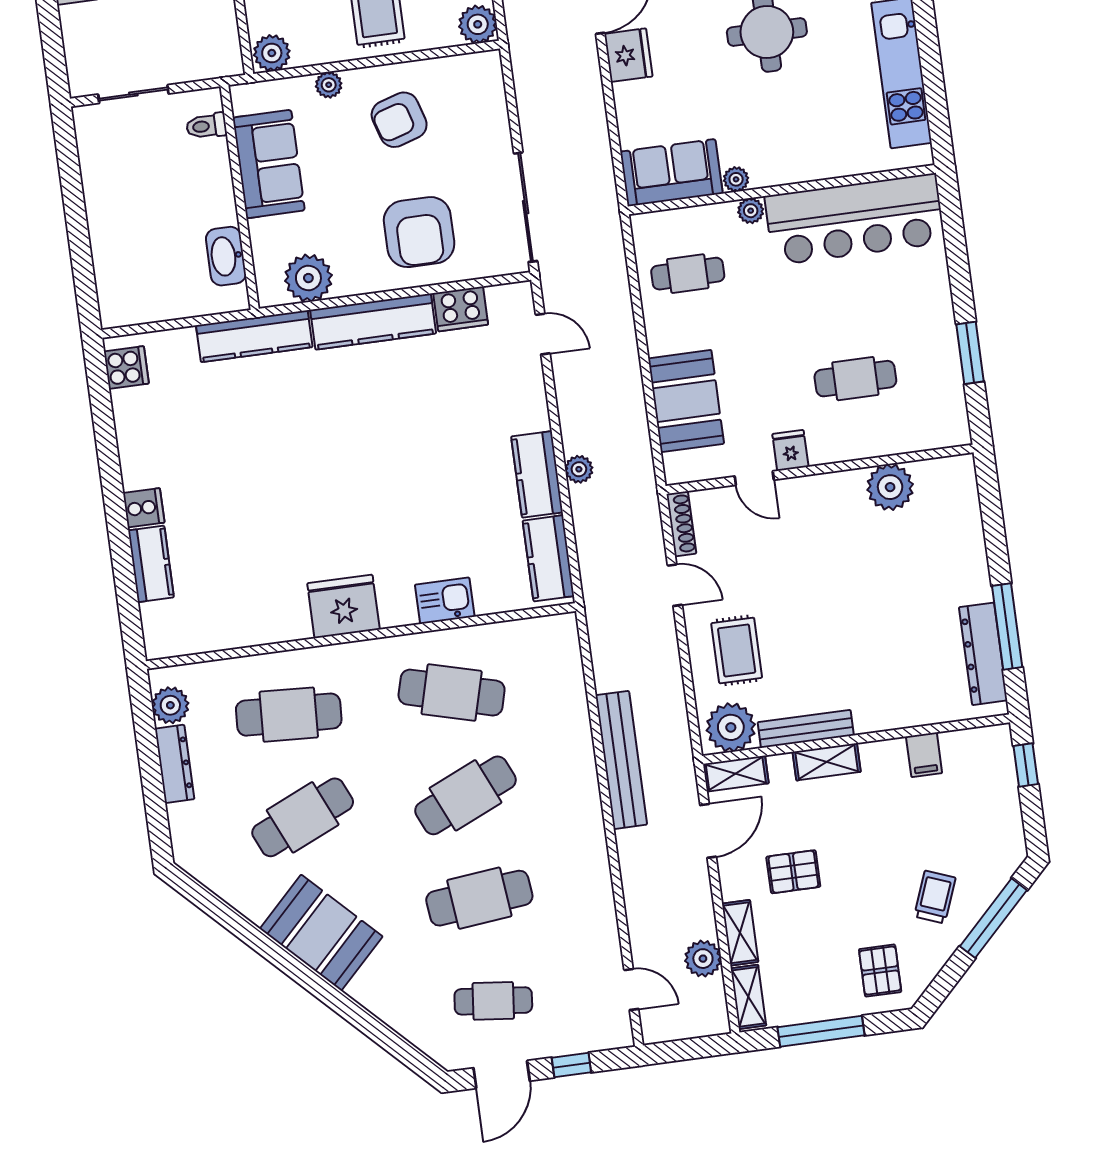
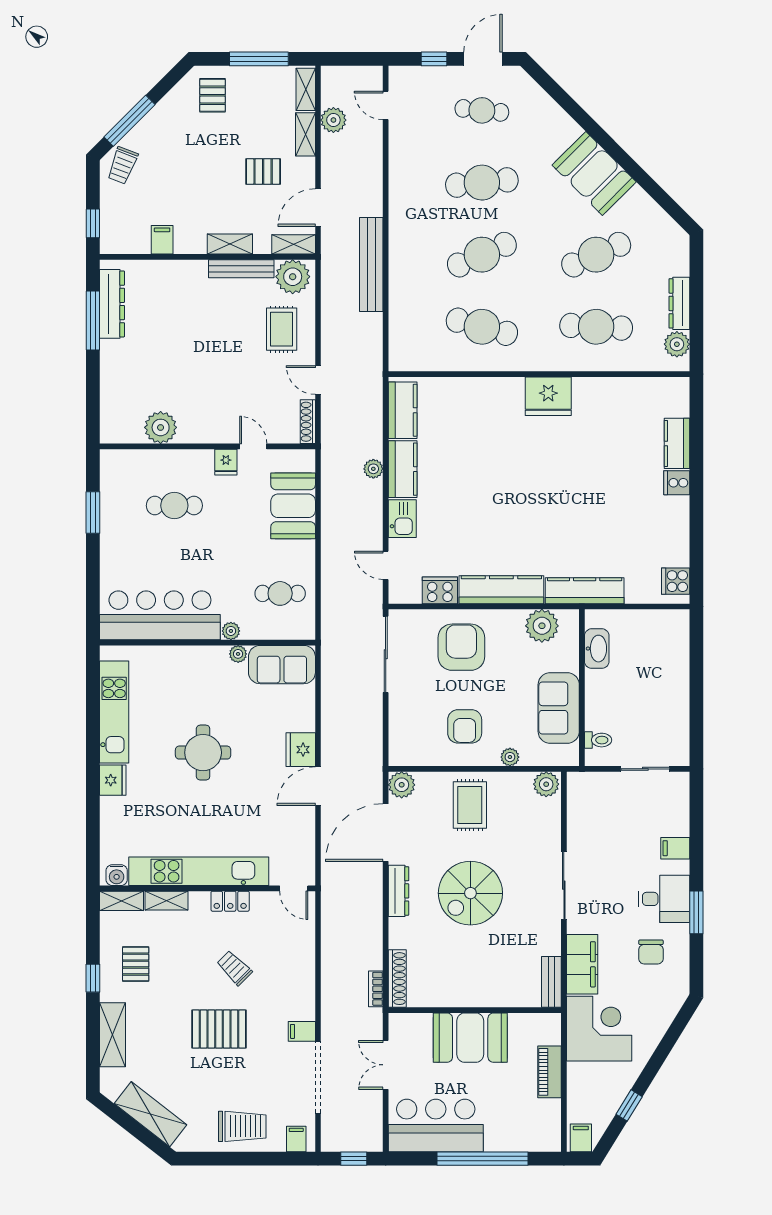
armchair: (399, 120) -> (465, 726), turned 107
kitchen sink: (445, 601) -> (402, 519), moved, turned -90
trolley: (935, 897) -> (122, 166), moved

